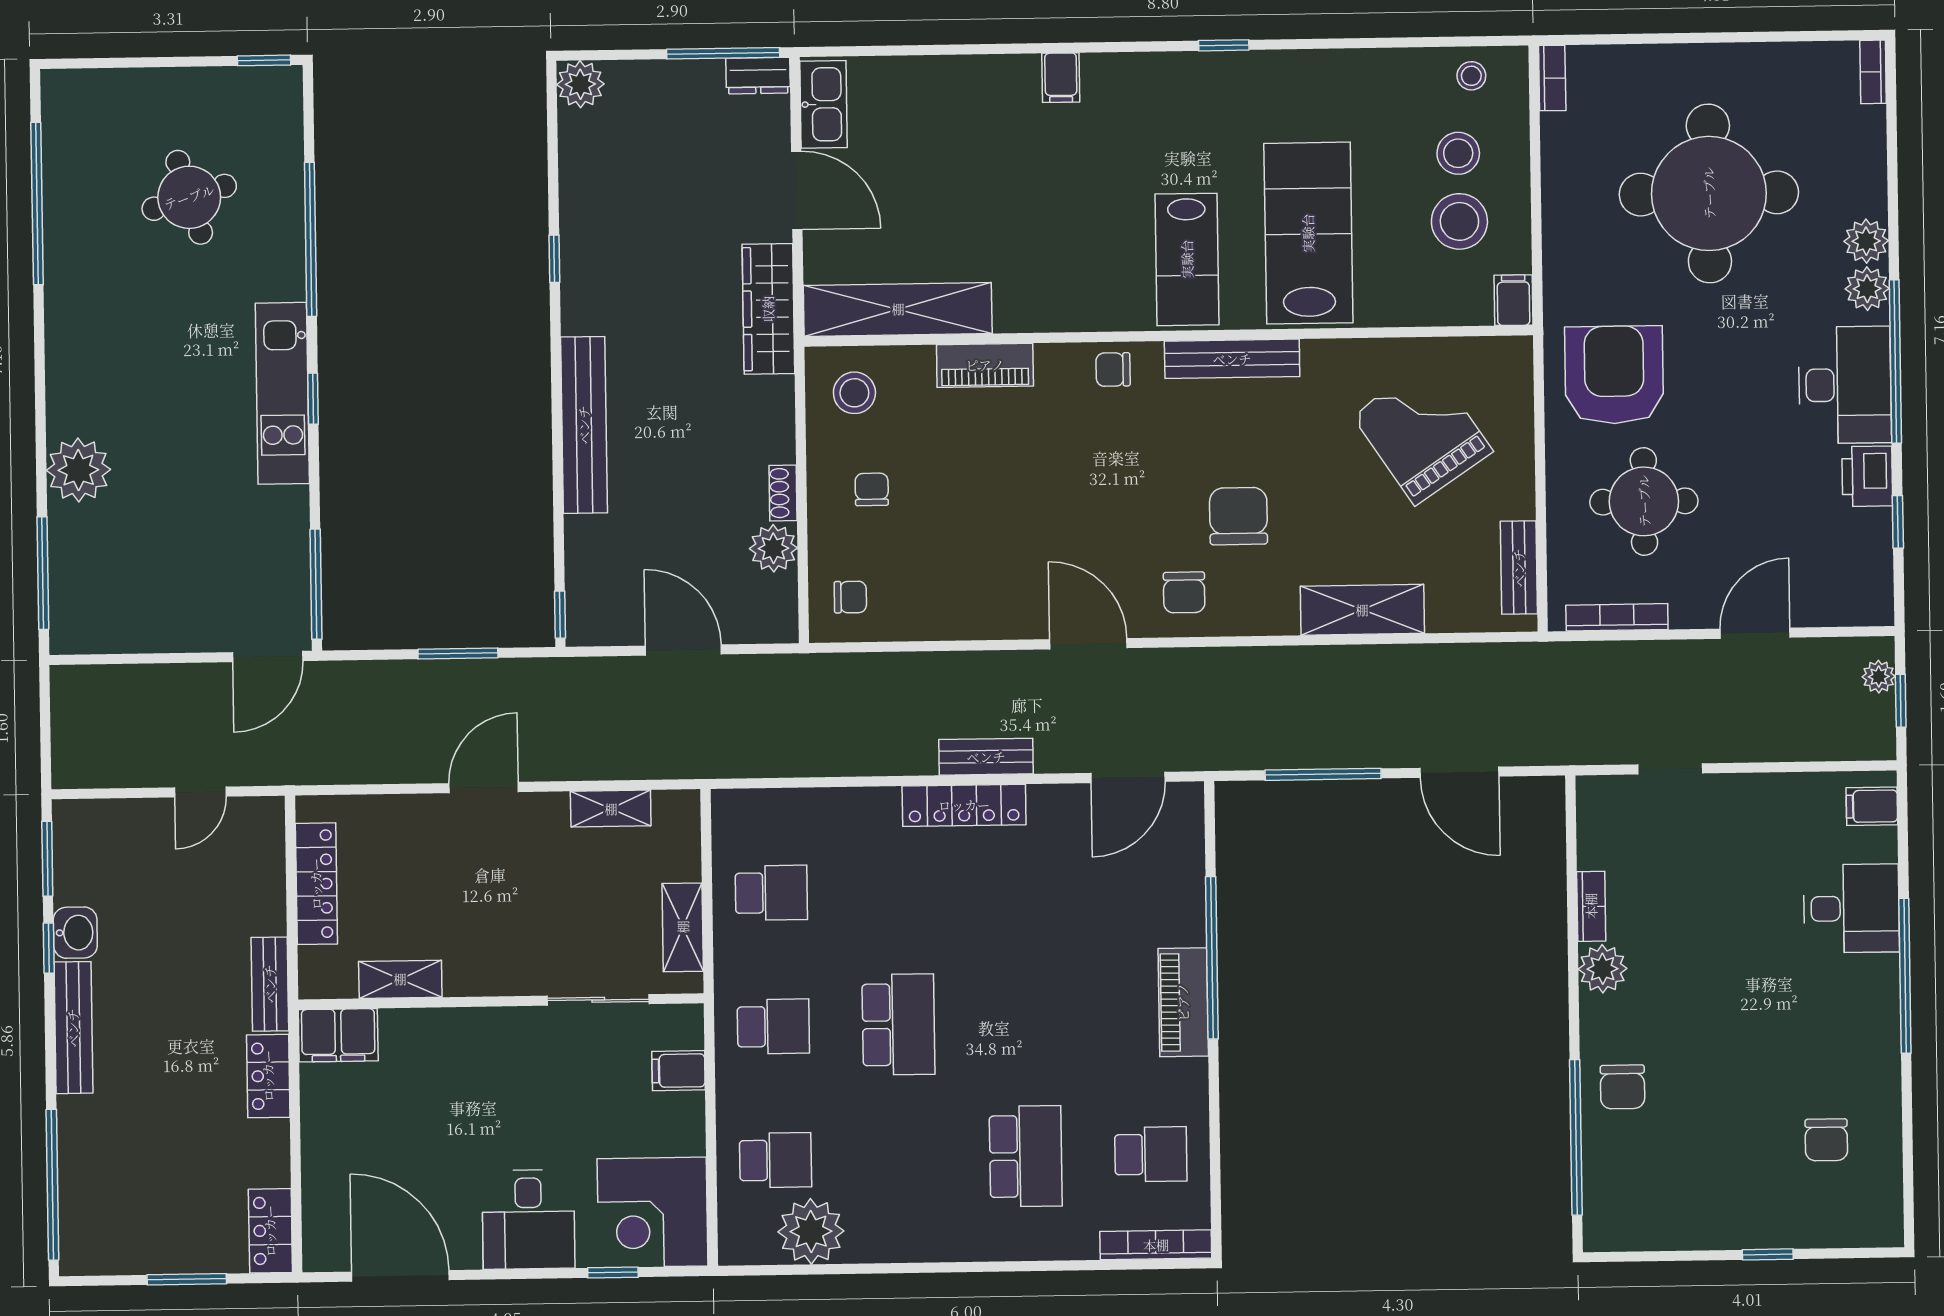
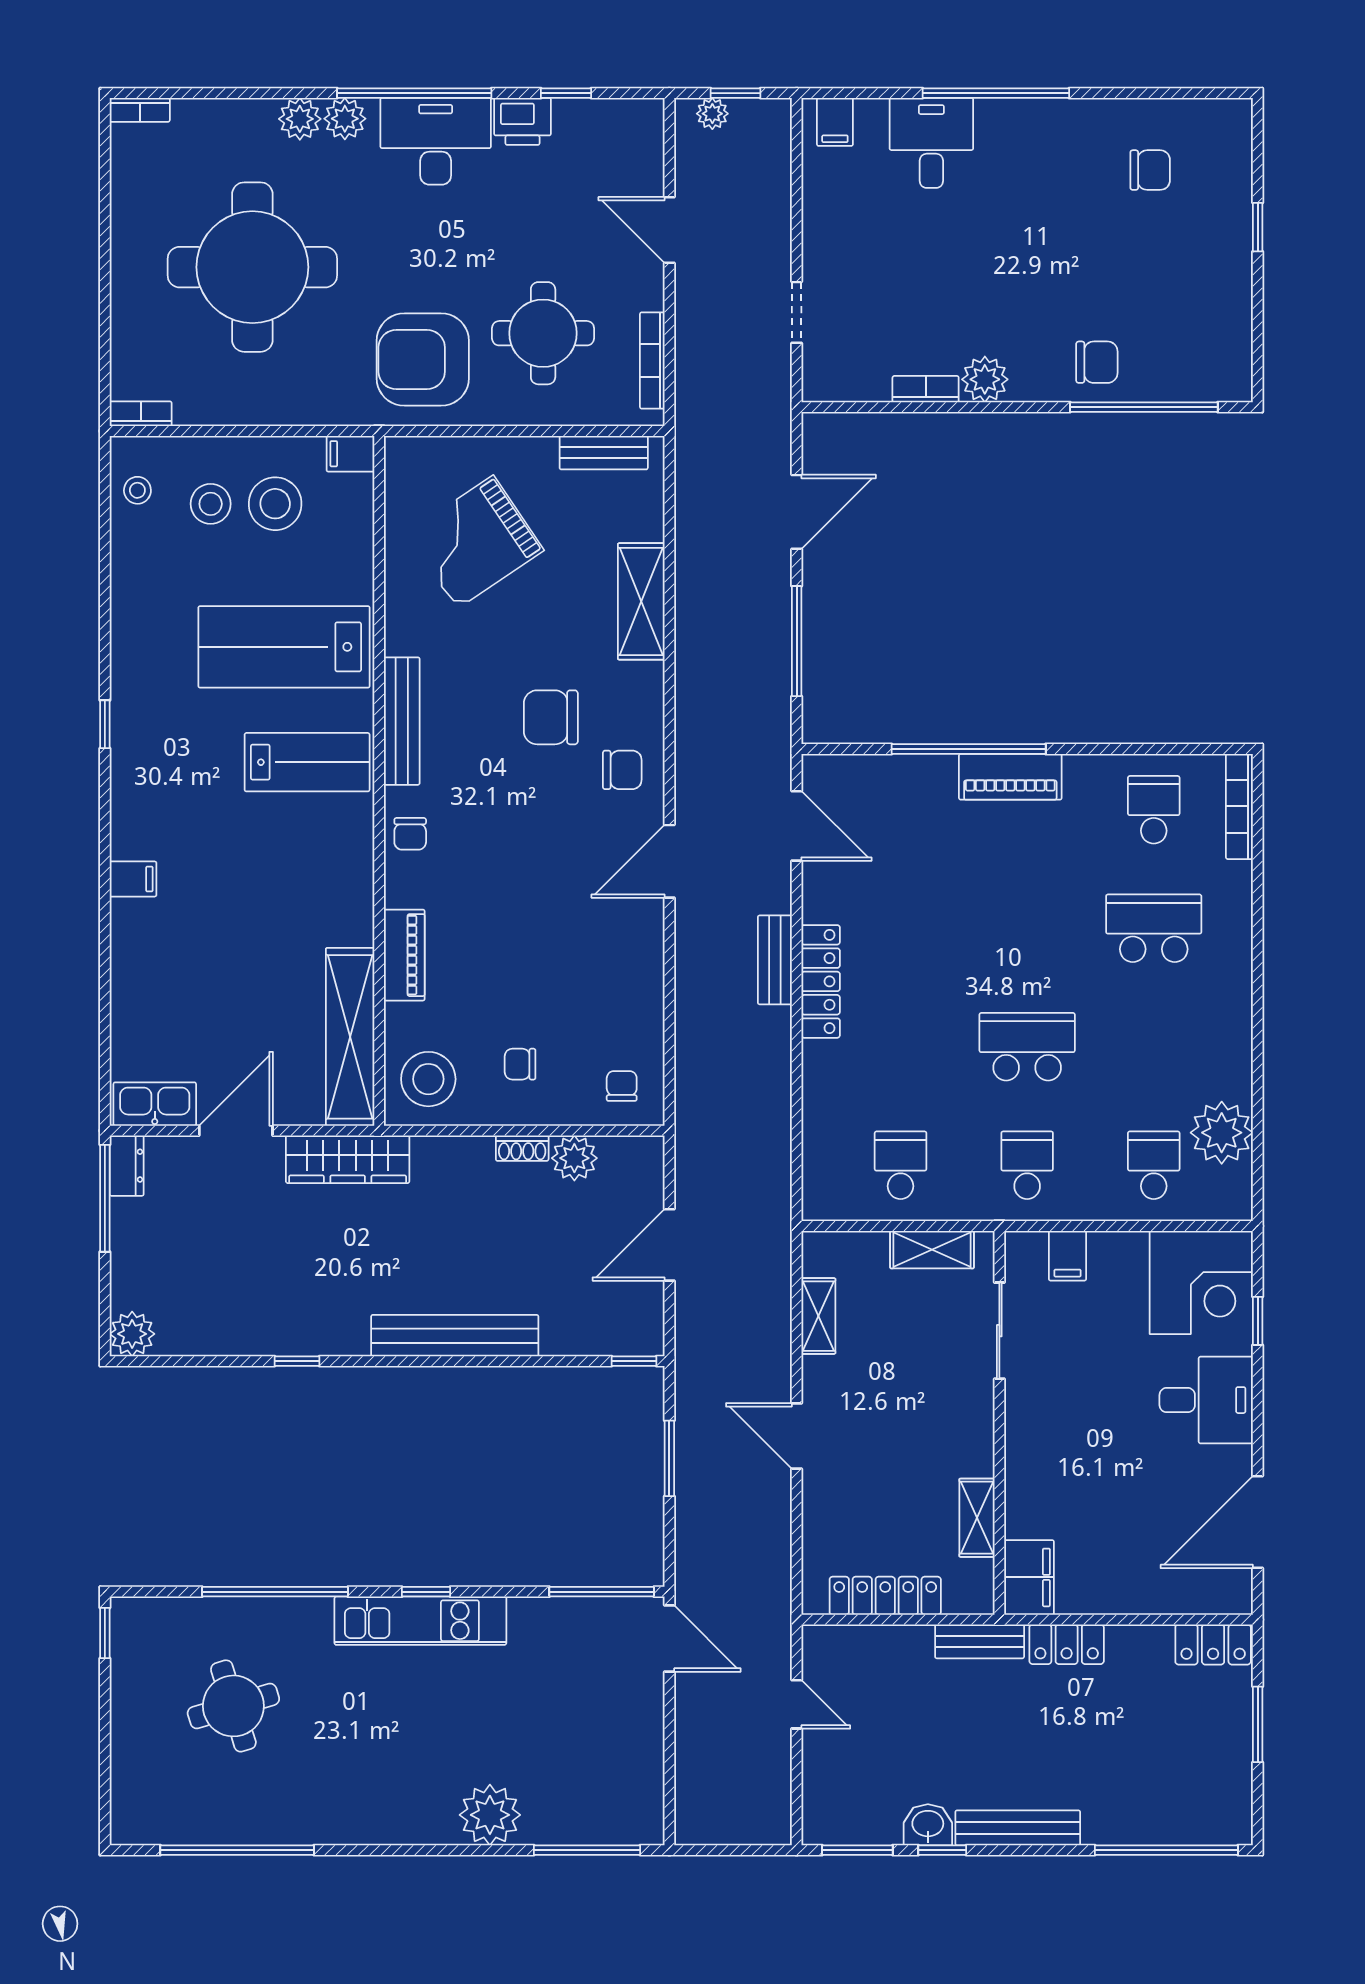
stool: (854, 393) -> (428, 1079), width x1.38, depth x1.38

